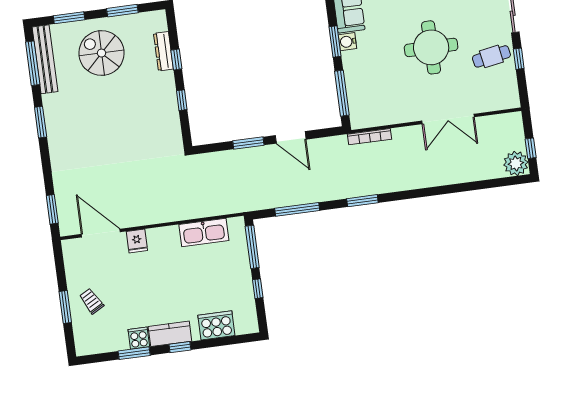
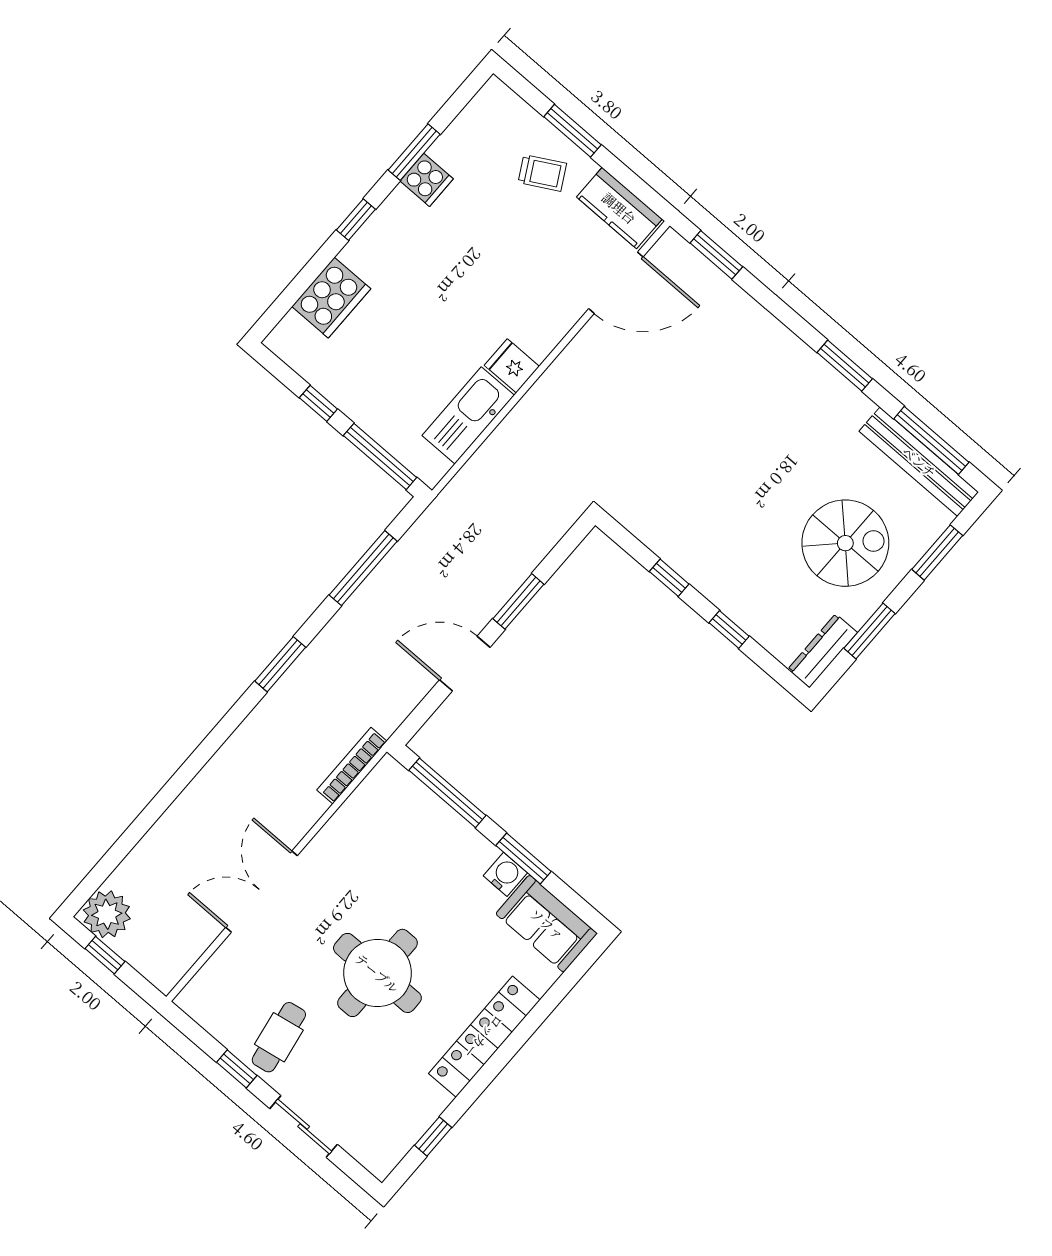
dresser: (163, 51) -> (823, 651), moved, turned -90
fridge: (137, 241) -> (512, 366), moved
kitchen counter: (170, 334) -> (619, 208), moved, turned 90

